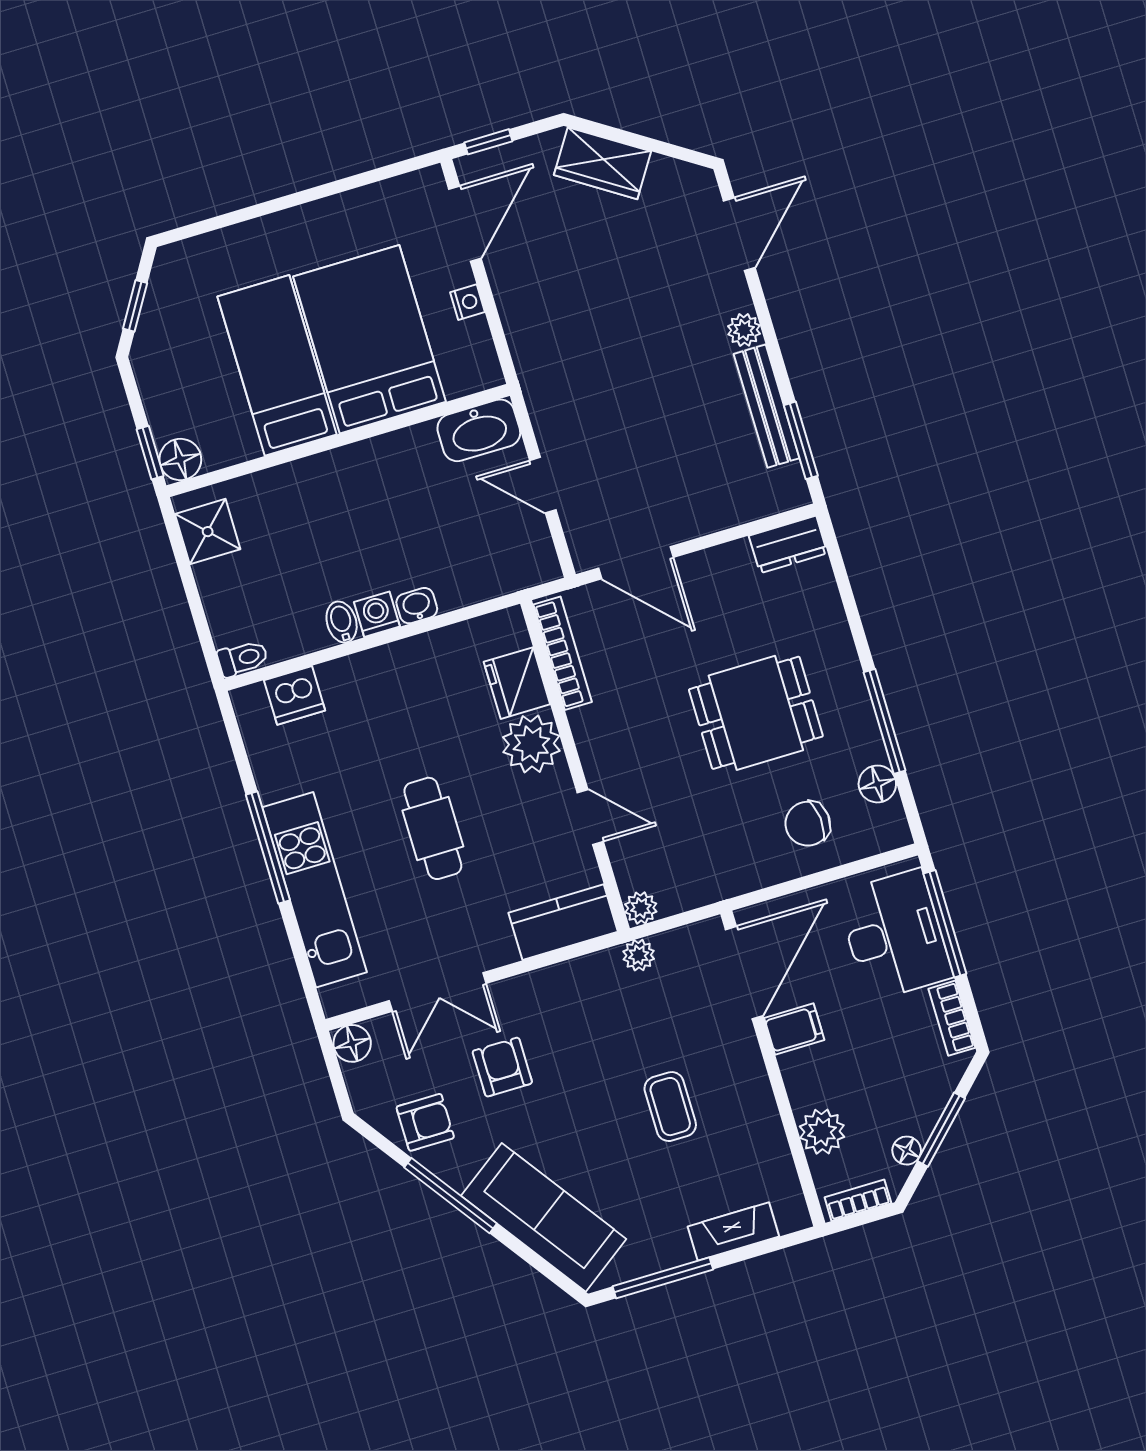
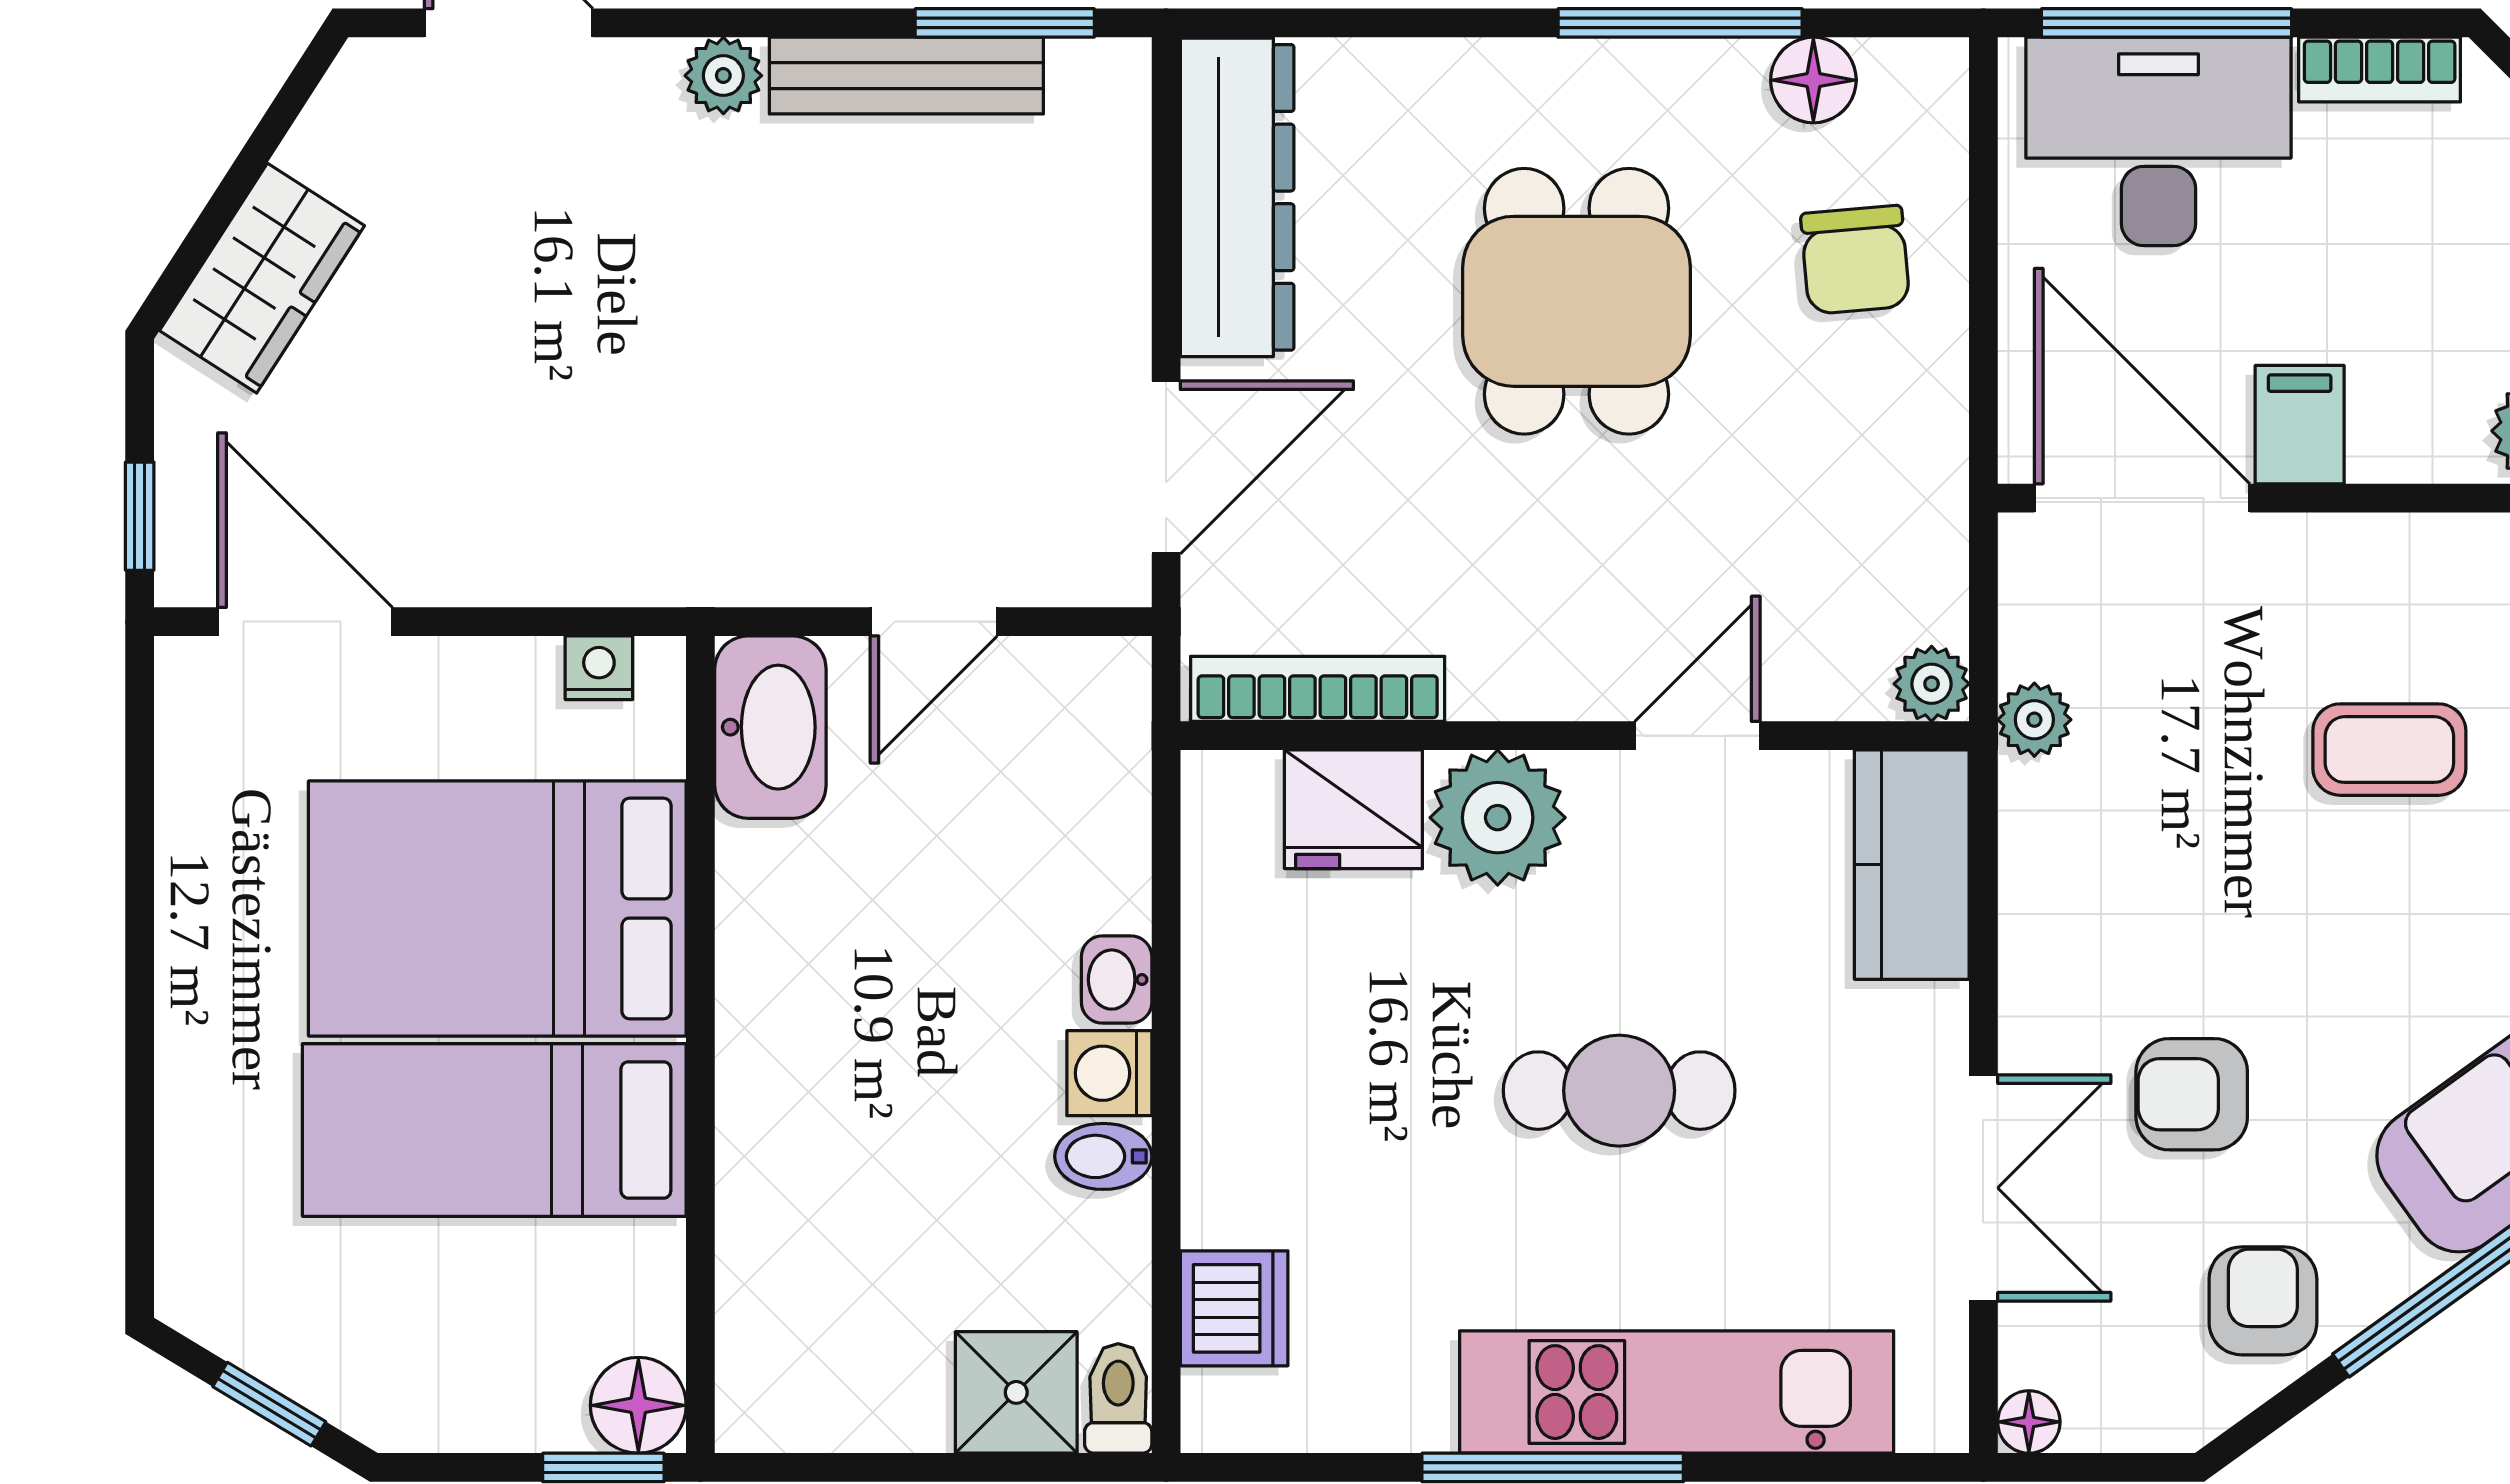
nightstand: (467, 302) -> (599, 668), moved
shower: (208, 532) -> (1016, 1392), moved
dresser: (788, 544) -> (1237, 197), width x1.96, depth x1.24
floor lamp: (352, 1043) -> (2029, 1422), width x0.73, depth x0.73

